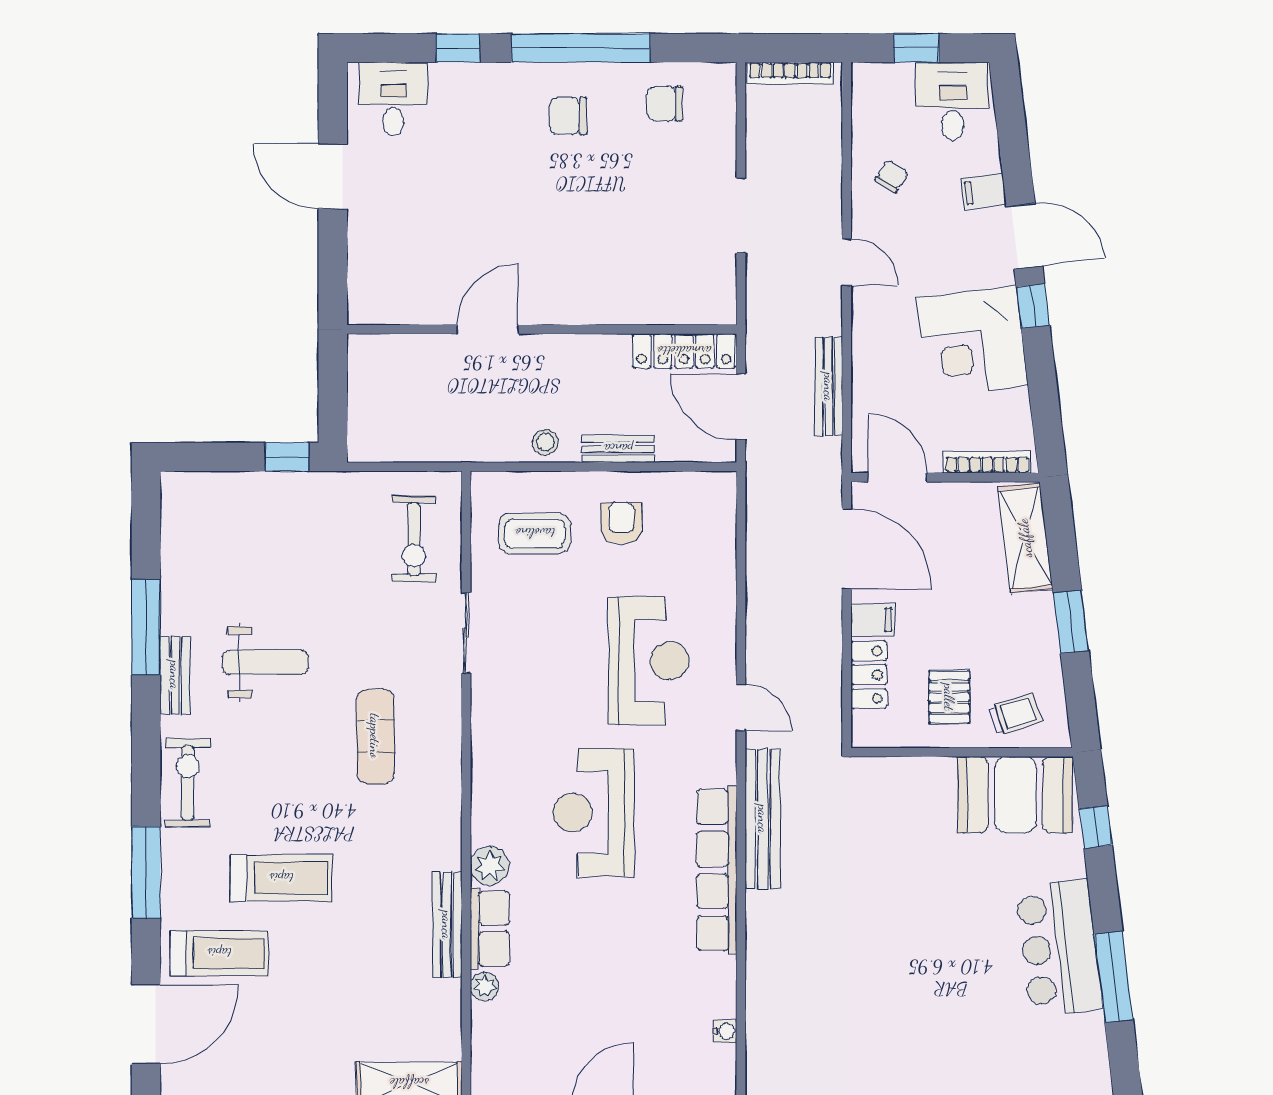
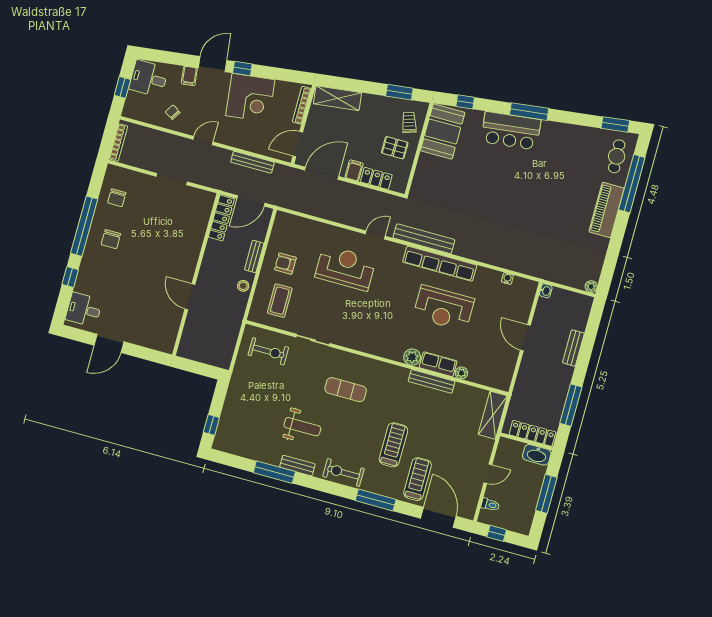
window: (287, 457) -> (211, 425), moved
window: (1071, 622) -> (399, 92), moved
weight bench: (265, 662) -> (302, 427), turned 90
reception desk: (593, 813) -> (444, 308), moved

